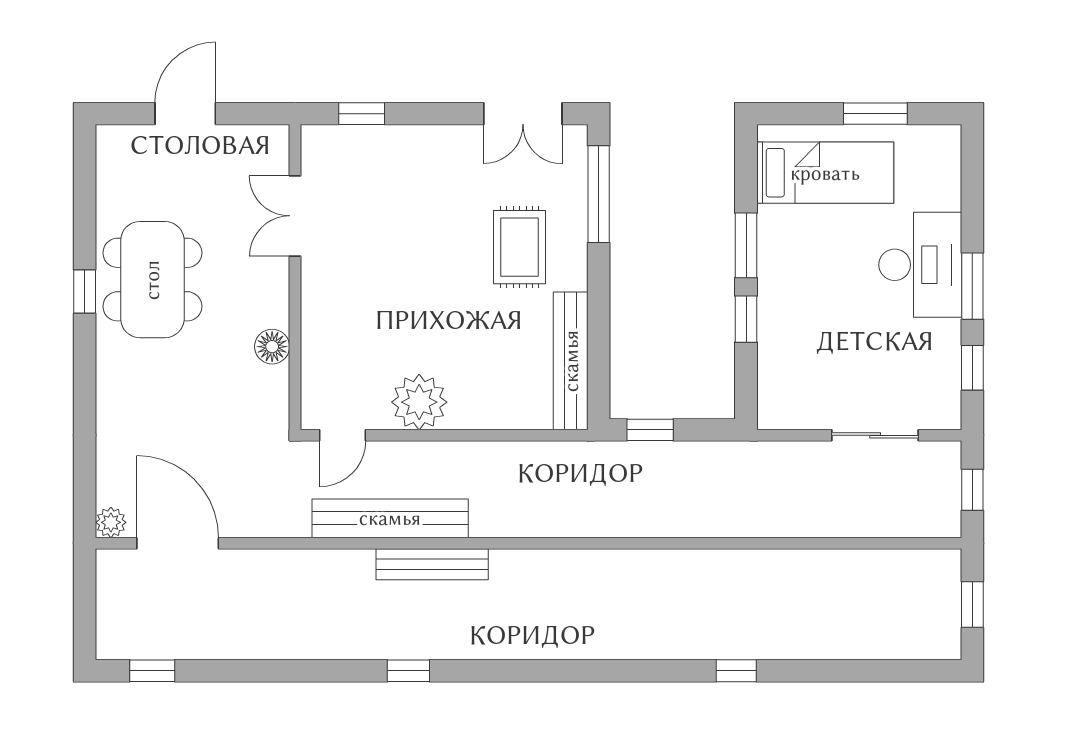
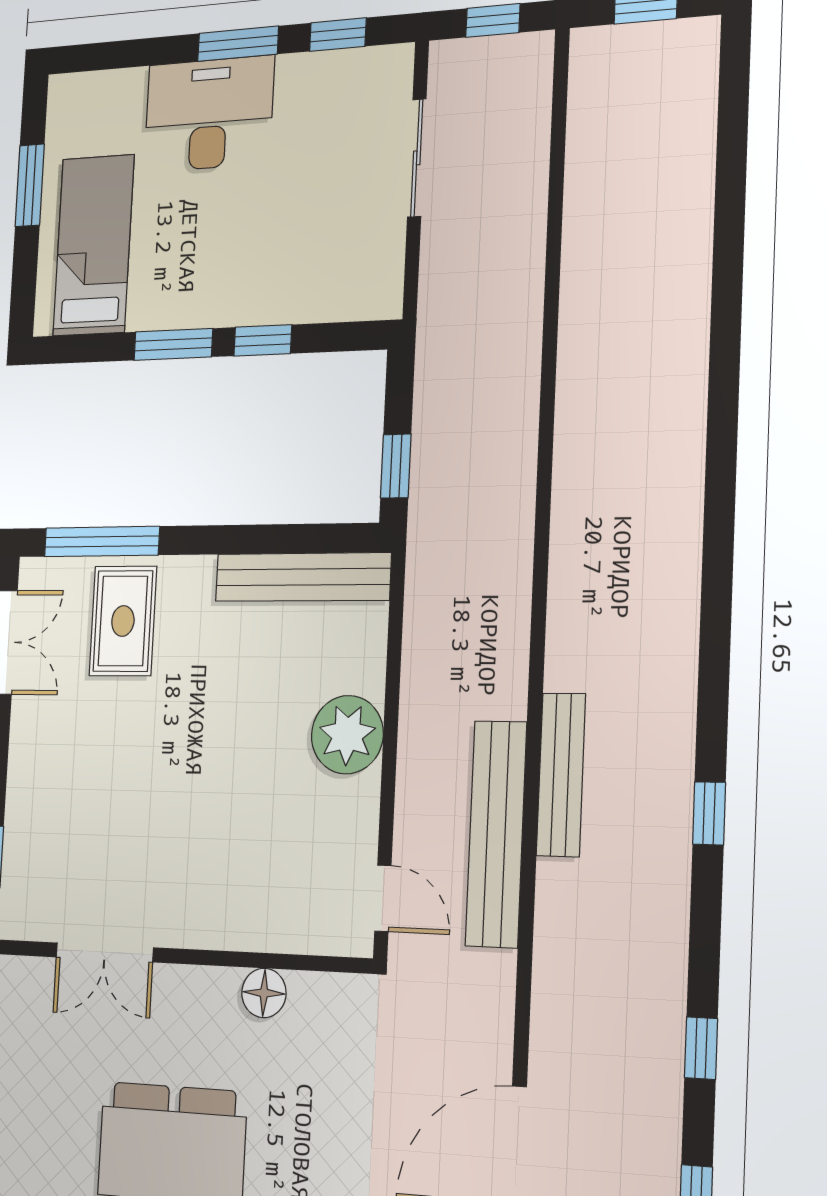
rug: (520, 247) -> (123, 621), moved, turned 90
plant: (419, 402) -> (347, 735), moved
window: (736, 671) -> (701, 1048), moved

